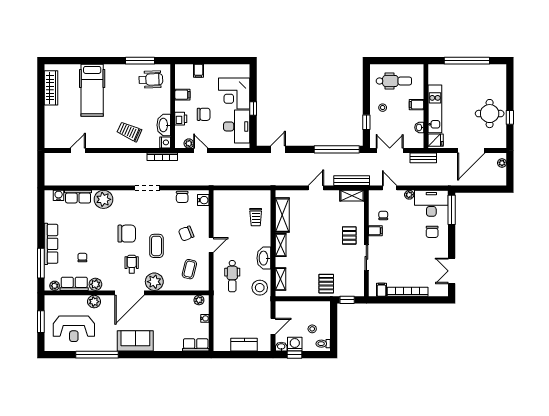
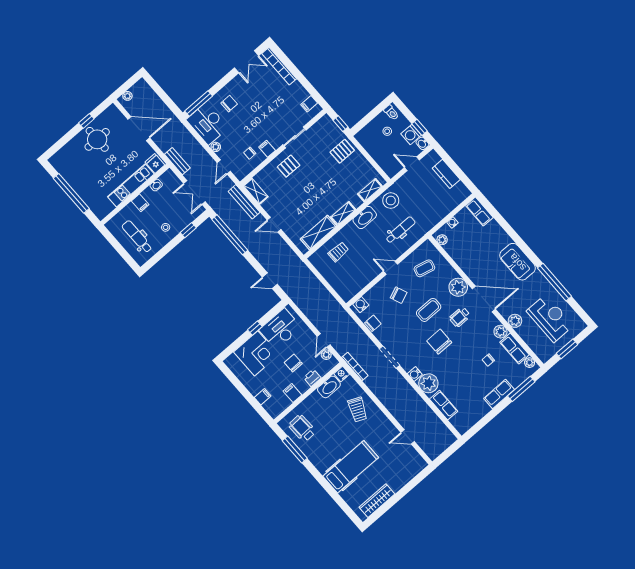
water cooler: (59, 195) -> (415, 374), moved
row of seats: (51, 244) -> (499, 394), width x0.68
bookcase: (408, 292) -> (279, 66), moved

